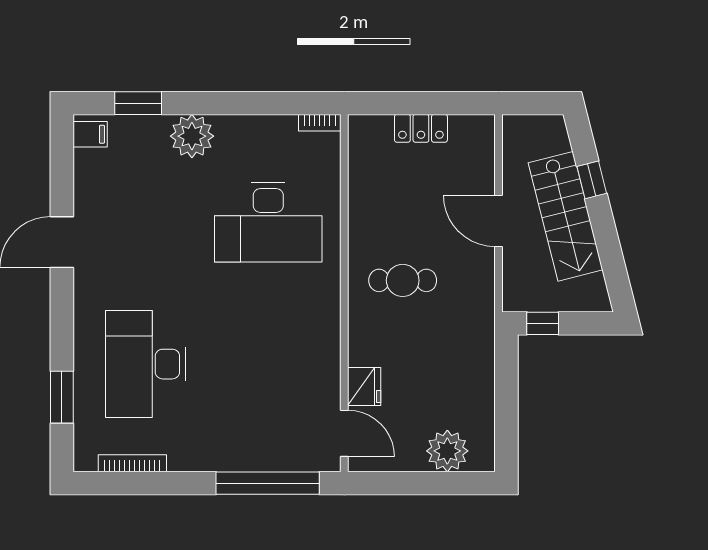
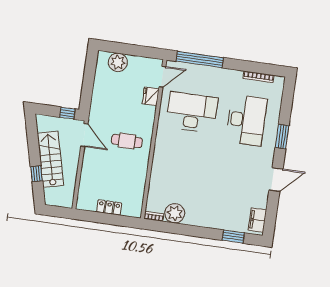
filing cabinet: (90, 134) -> (257, 220), width x2.00
plant: (192, 136) -> (175, 213), moved
door: (499, 221) -> (84, 135), moved
desk: (268, 222) -> (192, 112), moved
window: (62, 397) -> (282, 137), moved
door: (344, 433) -> (162, 77), swing flipped

